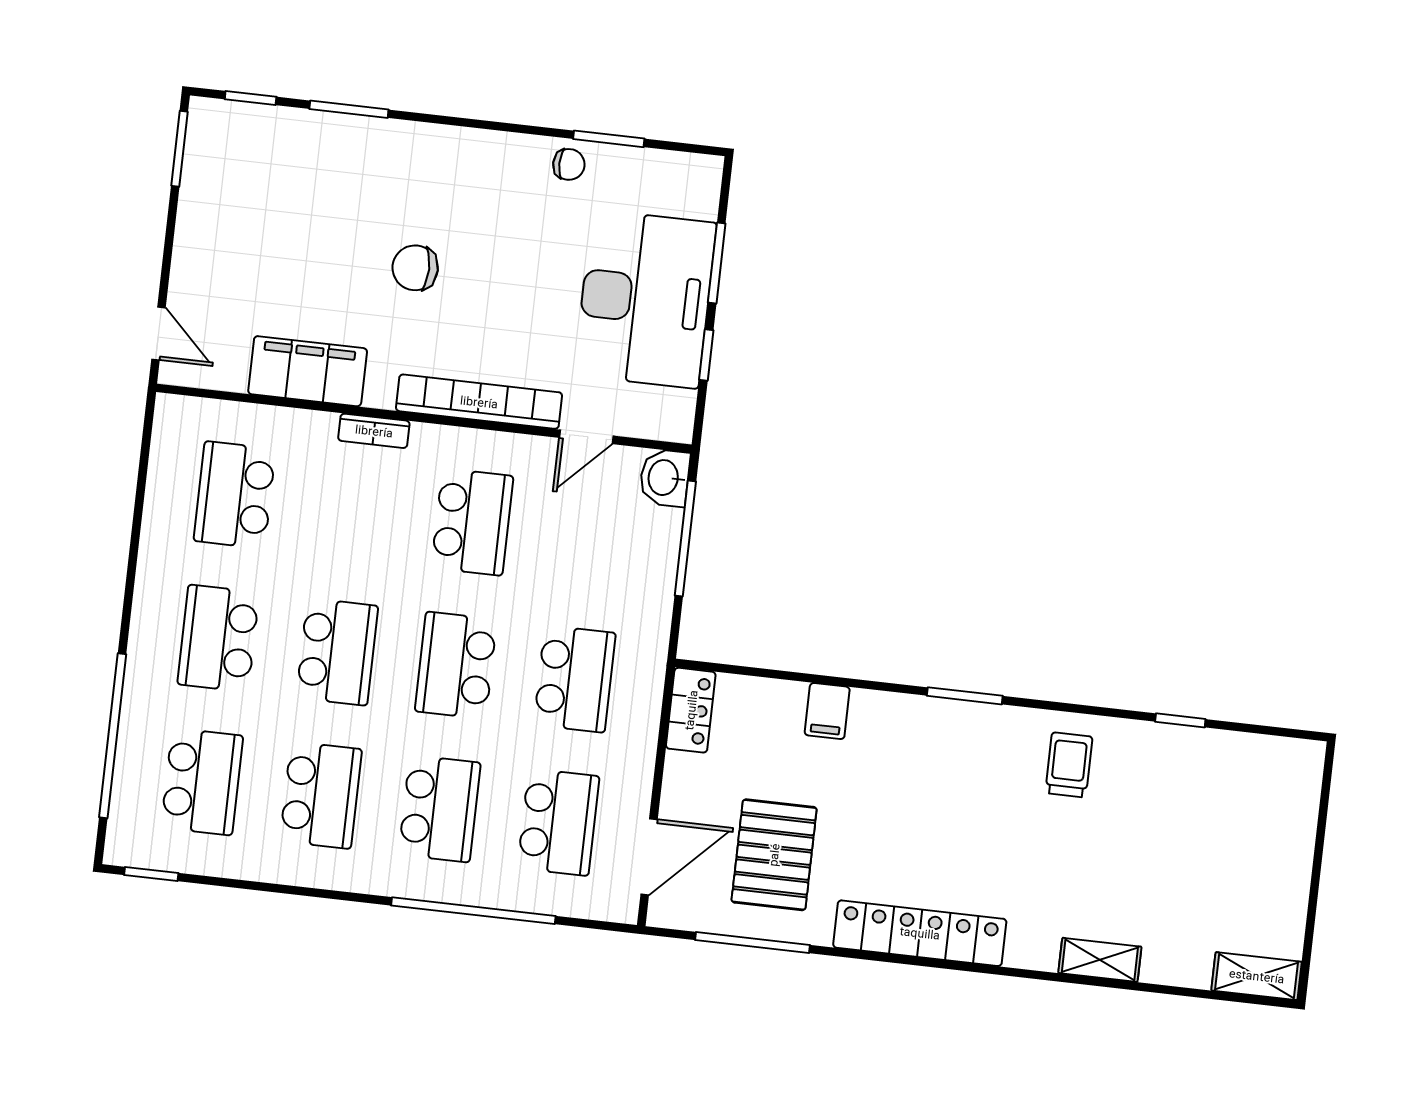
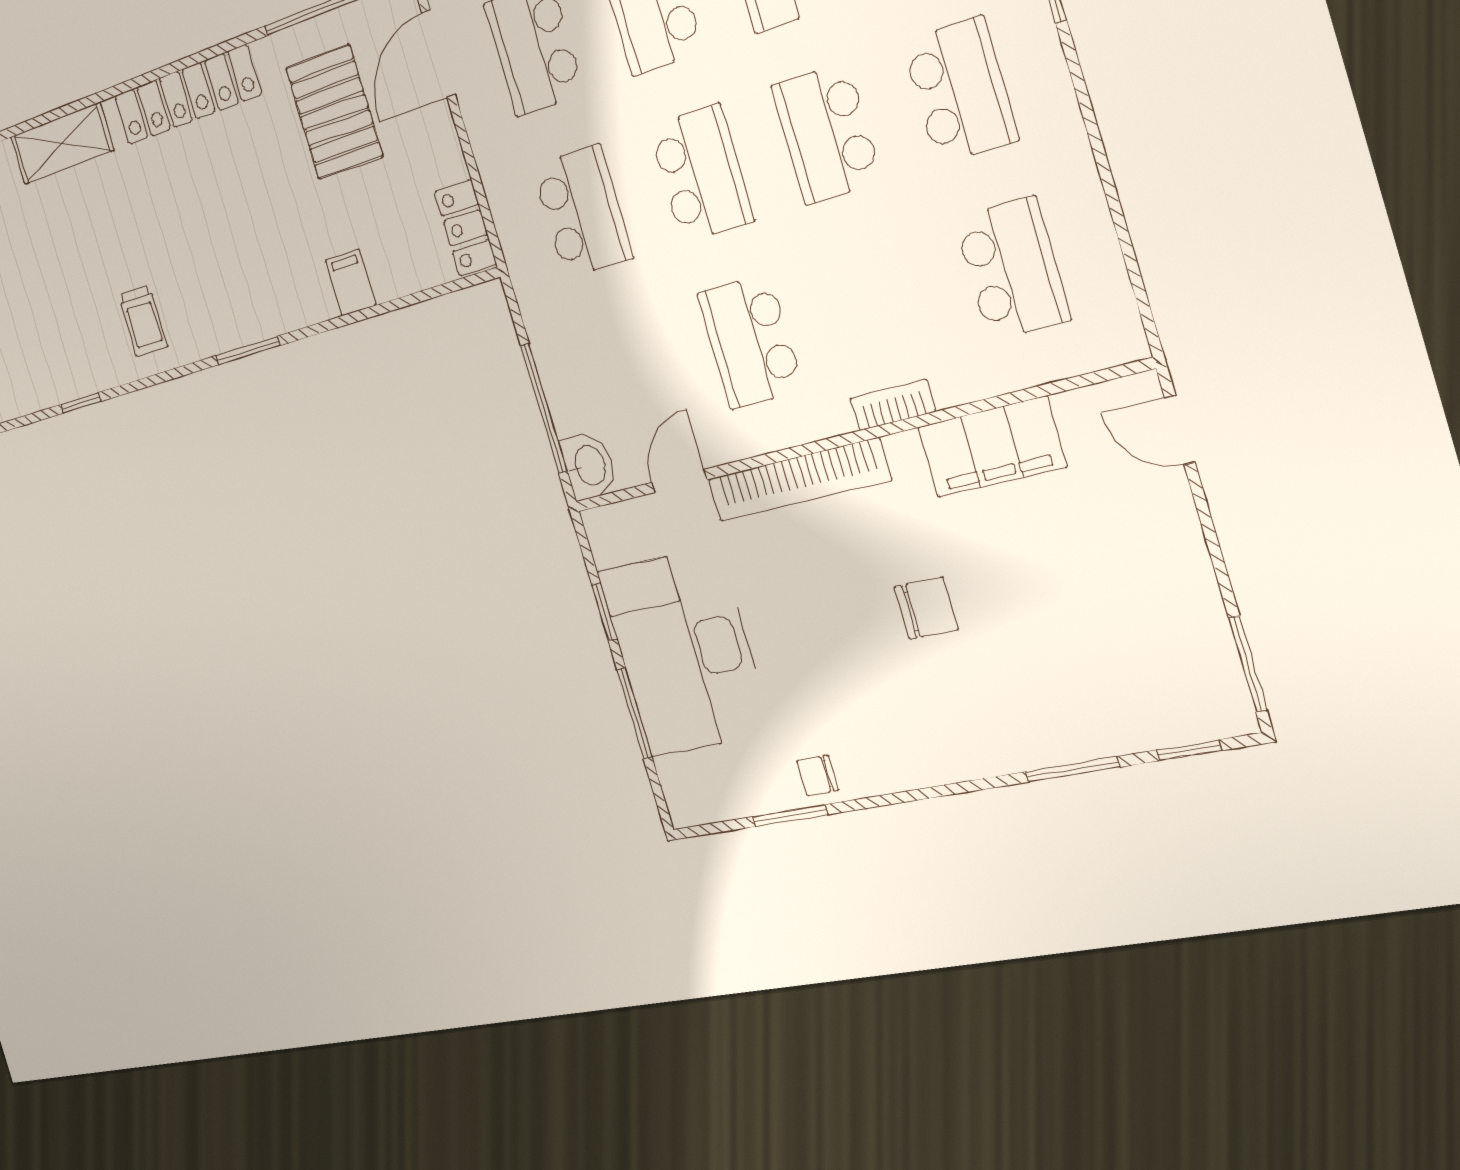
school desk: (575, 679) -> (583, 212), turned 180
shelving: (1100, 960) -> (62, 144), width x1.50, depth x1.33

